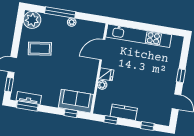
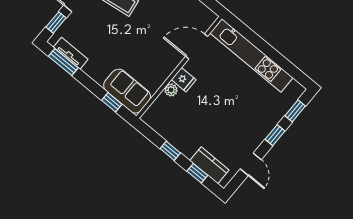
window: (184, 54) -> (295, 111), added
kitchen counter: (124, 112) -> (209, 165), moved
window: (111, 120) -> (170, 151), moved

